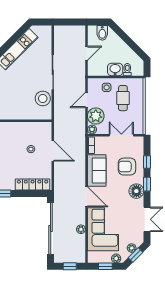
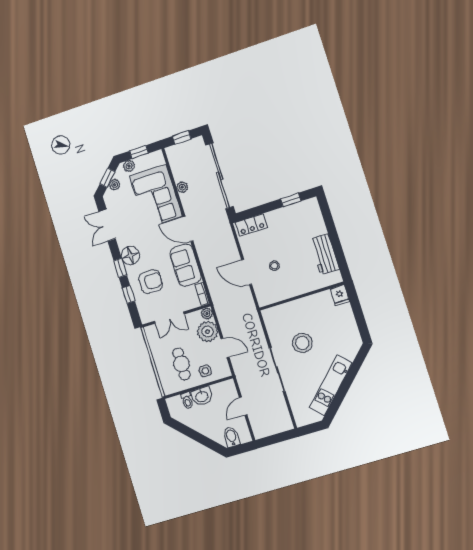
stool: (43, 98) -> (302, 343), moved
door: (86, 100) -> (225, 348), hinge flipped
locker: (33, 184) -> (251, 225), width x0.66

